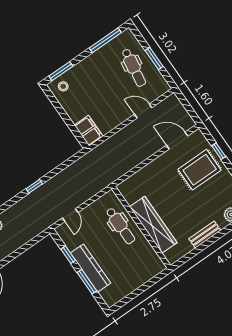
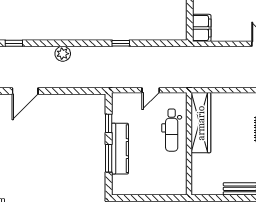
door: (70, 215) -> (151, 90), moved
wardrobe: (153, 225) -> (201, 123), moved

